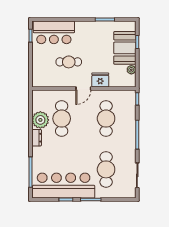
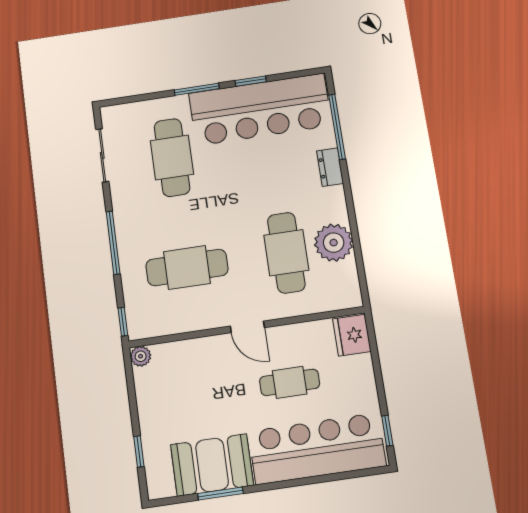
bar counter: (54, 32) -> (317, 449), width x1.36
booth: (125, 48) -> (212, 465), moved, turned 90
plant: (131, 70) -> (141, 356), moved
fridge: (100, 80) -> (352, 335), moved, turned 90
door: (83, 88) -> (247, 327), swing flipped
cafe table: (106, 119) -> (187, 267), turned 90
dresser: (37, 138) -> (330, 167), moved

